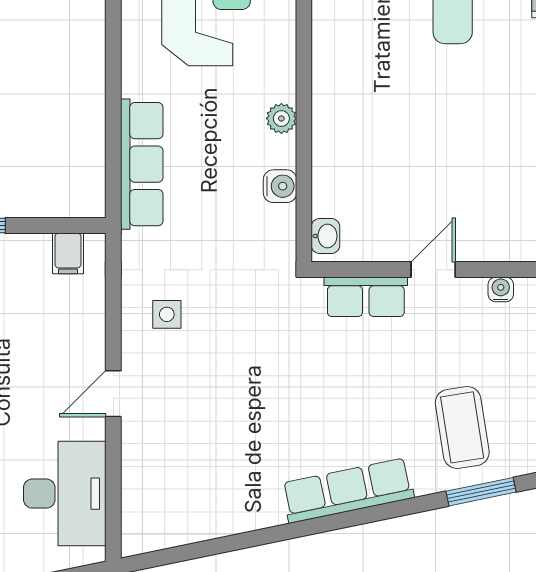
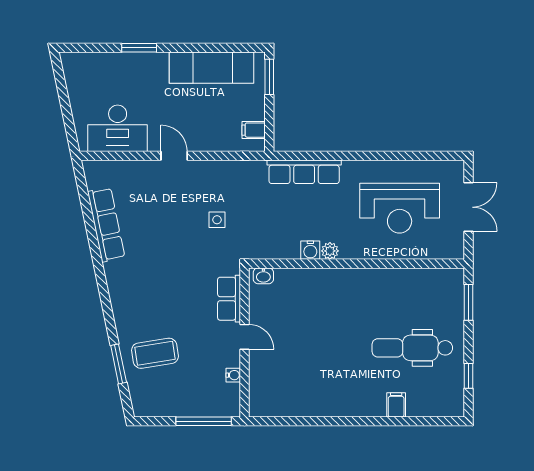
water cooler: (280, 186) -> (310, 250), moved
side table: (167, 314) -> (217, 220), moved
row of seats: (348, 491) -> (106, 225), moved

